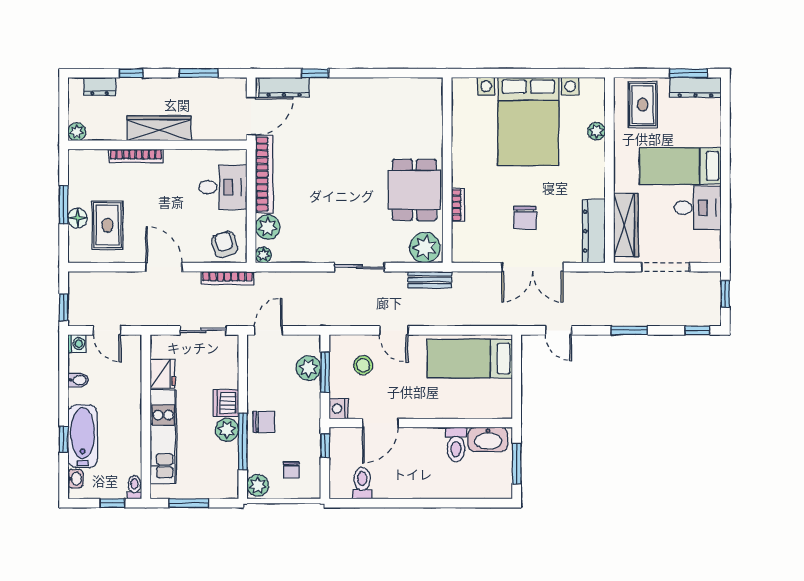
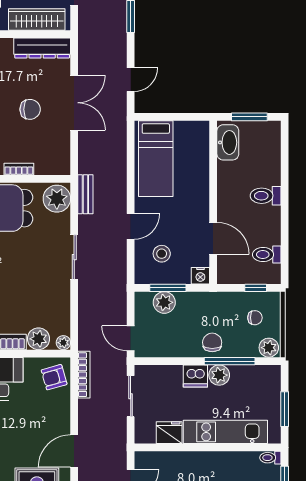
door: (164, 267) -> (74, 451), moved
toilet: (456, 444) -> (266, 196), moved, turned 180
window: (325, 446) -> (256, 288), moved

